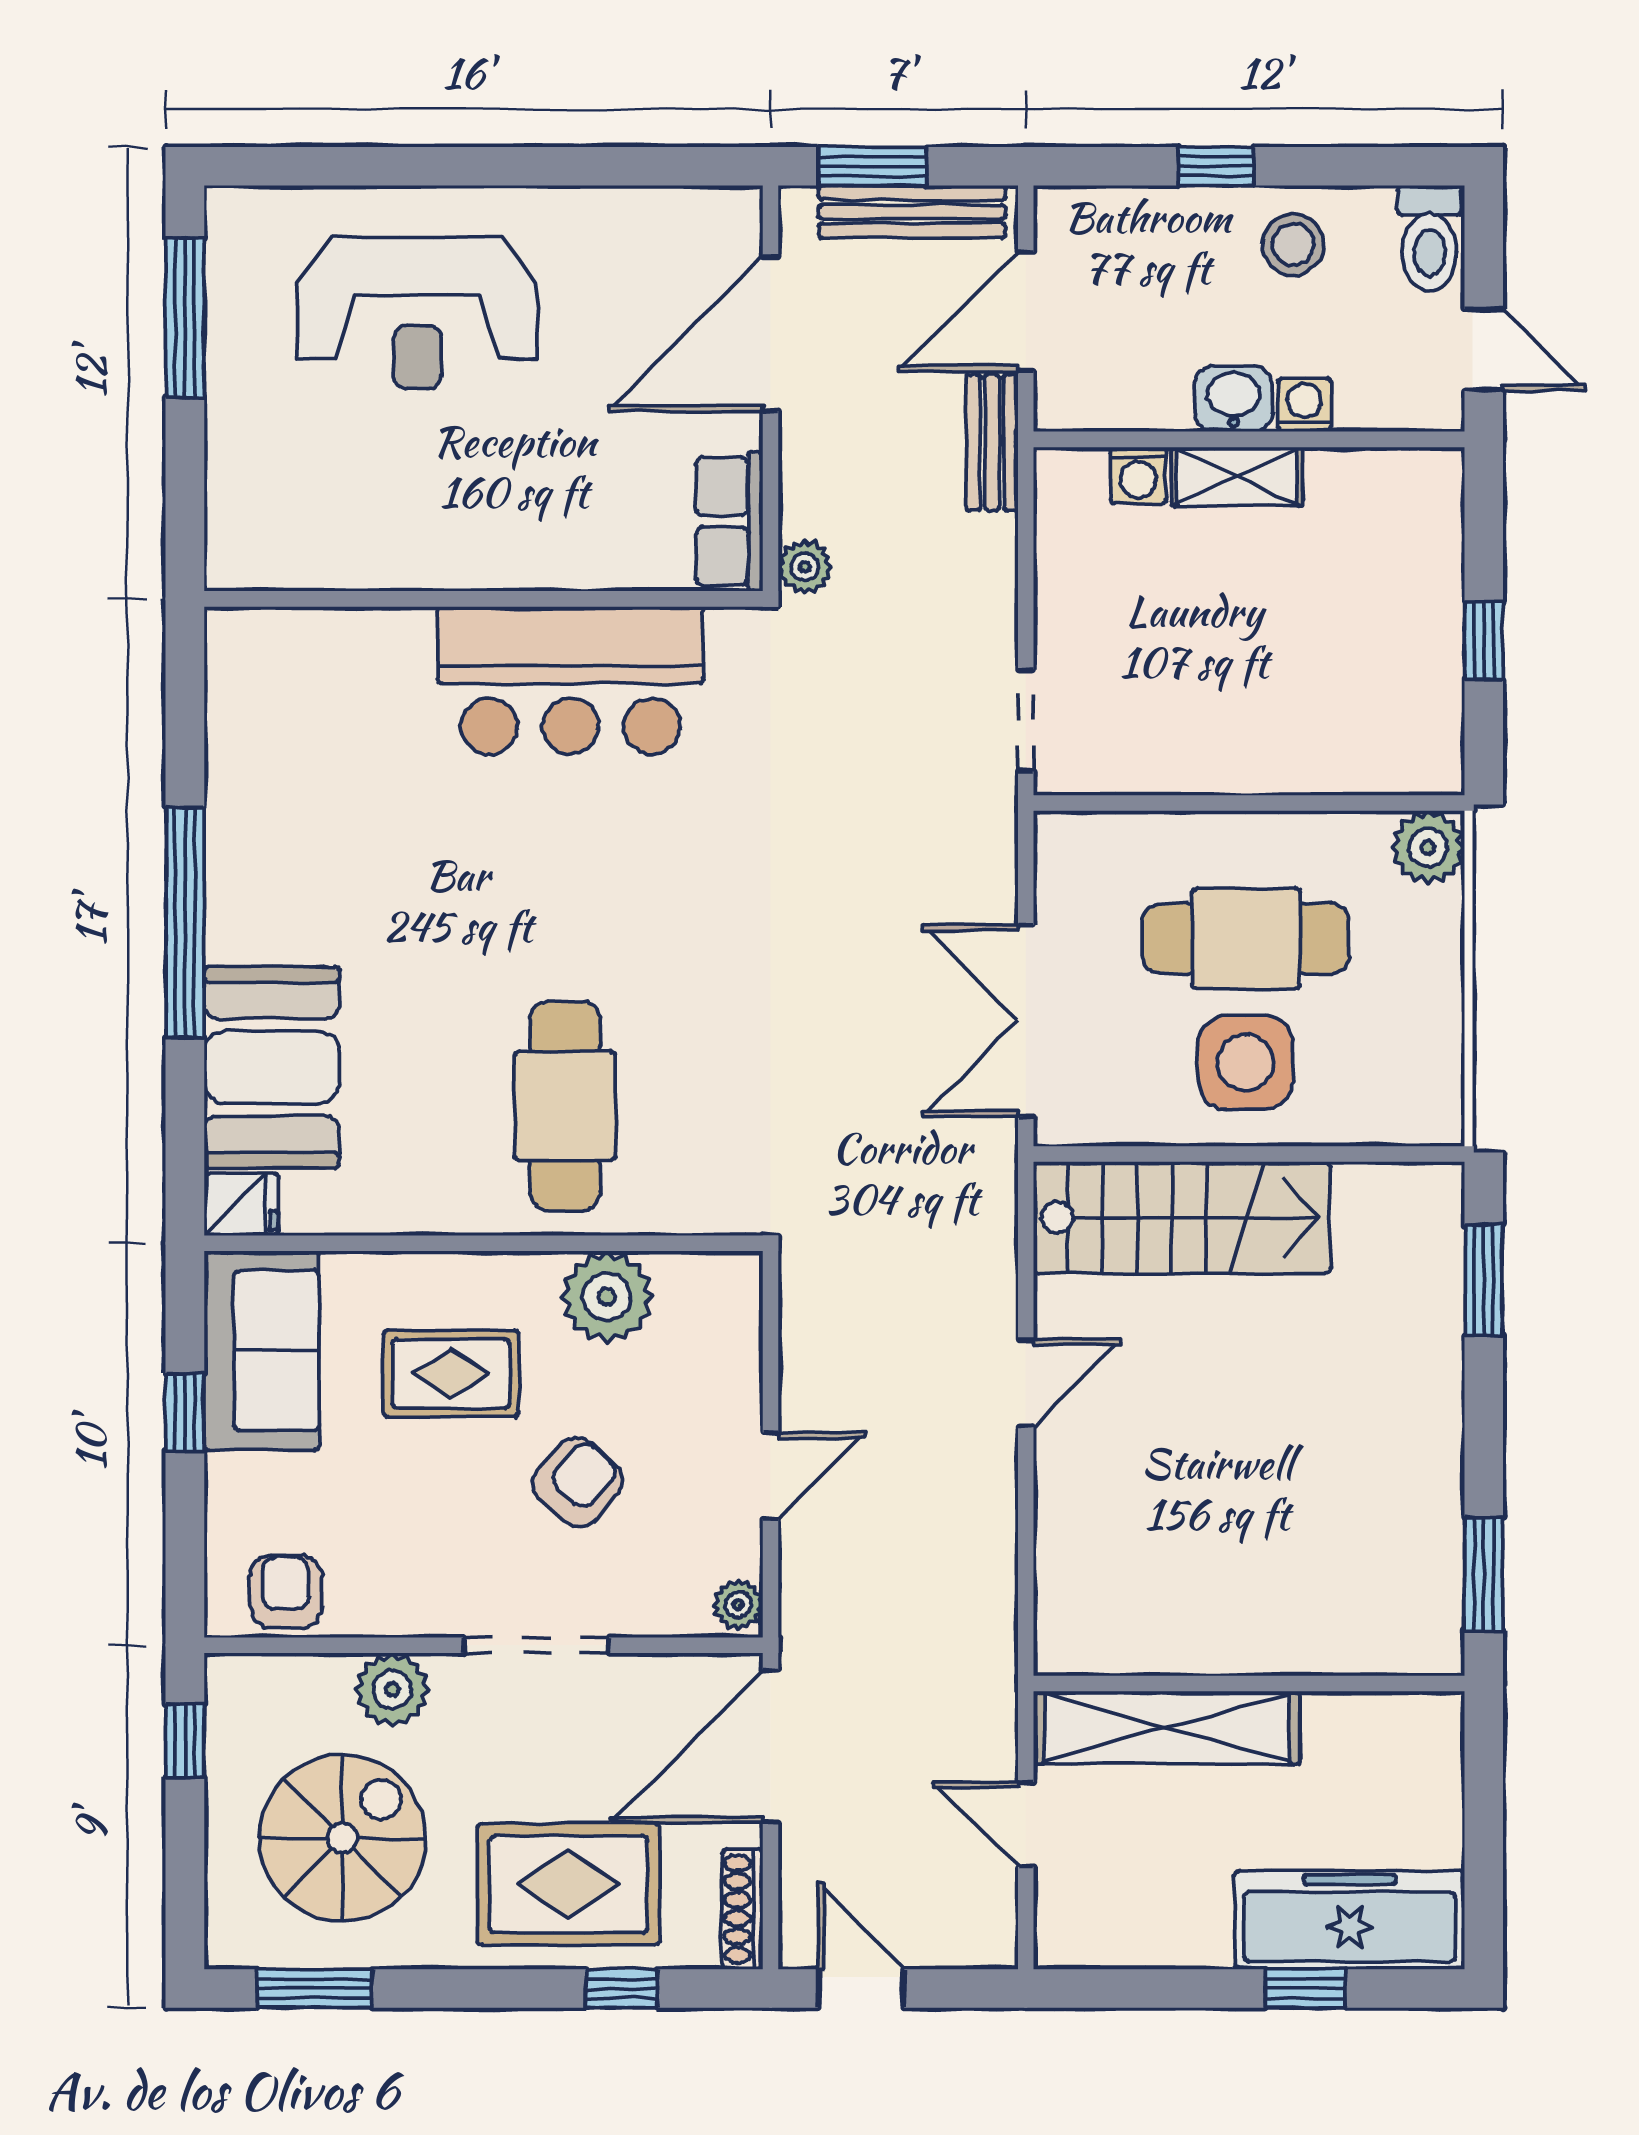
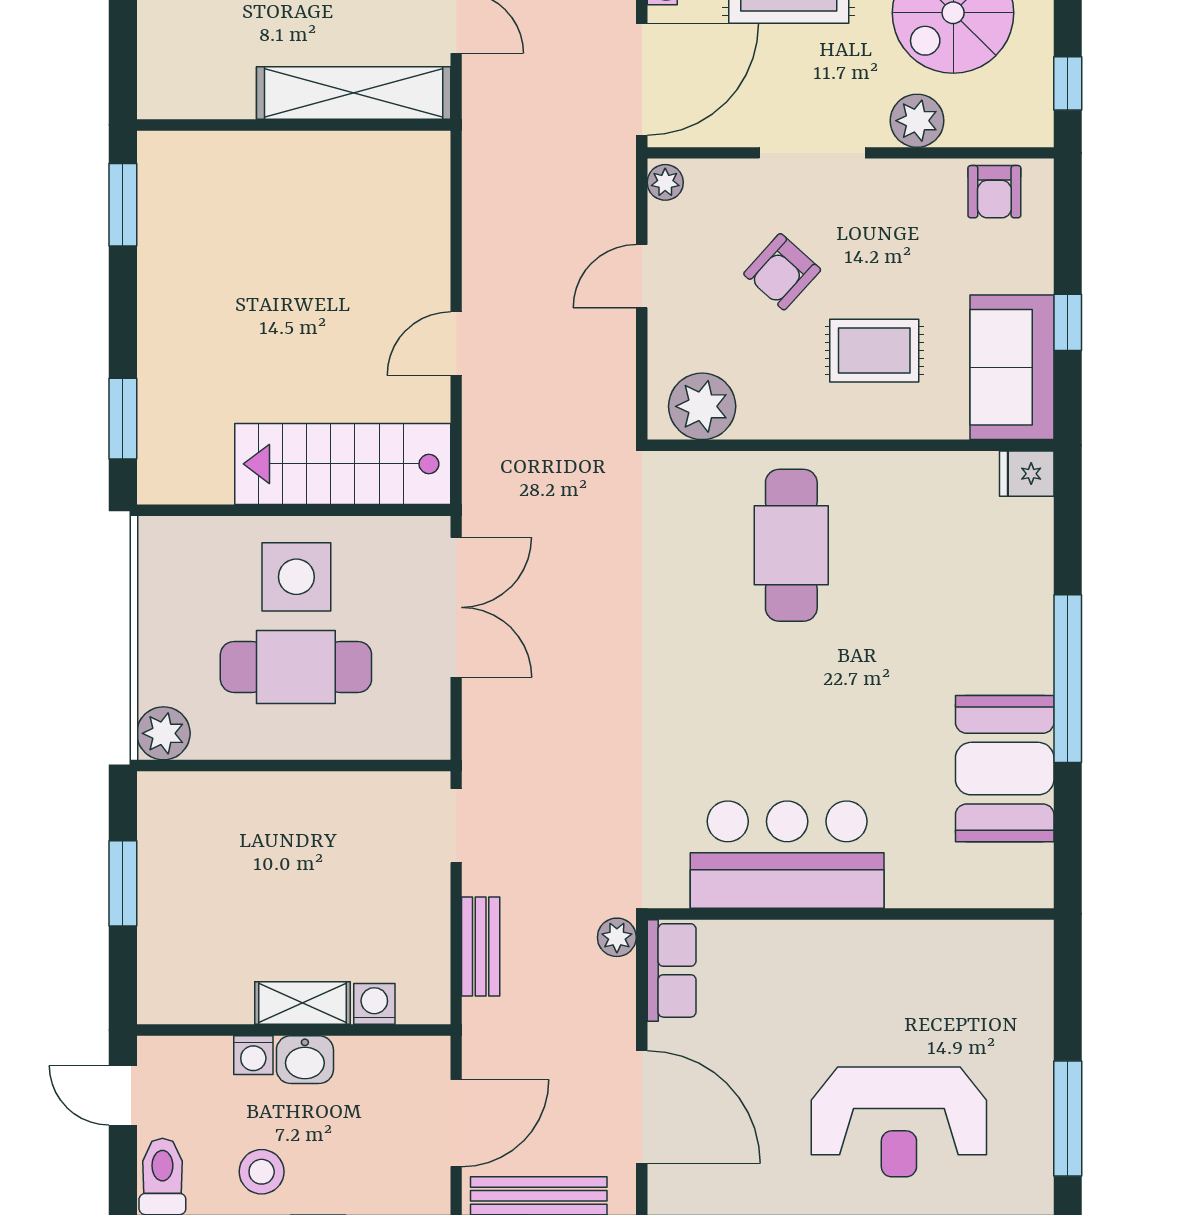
reception desk: (417, 313) -> (899, 1122), turned 180
door: (771, 334) -> (642, 1107), hinge flipped
bench: (992, 442) -> (481, 946), moved
window: (1484, 641) -> (123, 883), width x1.50
booth: (272, 1067) -> (1005, 769), moved
plant: (607, 1297) -> (702, 406), moved

